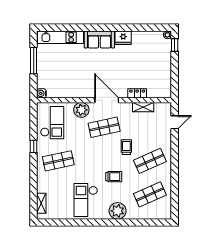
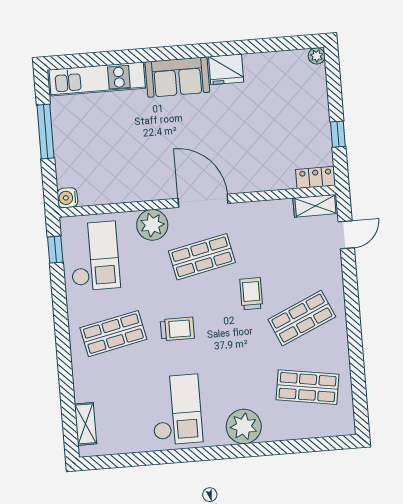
window: (175, 45) -> (338, 134), moved
locker: (137, 93) -> (316, 177), moved
shelving: (143, 107) -> (315, 206), moved
window: (34, 146) -> (55, 250), moved
trolley: (114, 177) -> (177, 329), moved
shop shelf: (150, 194) -> (308, 387), turned 33
checkout: (86, 200) -> (176, 410), turned 180

